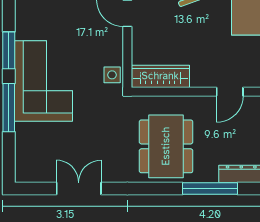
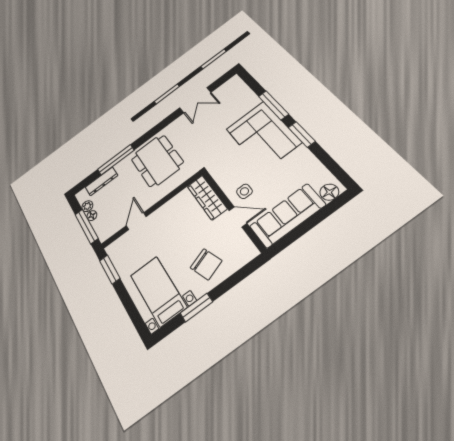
side table: (112, 75) -> (244, 191), moved
wardrobe: (160, 76) -> (207, 197), moved, turned 90

